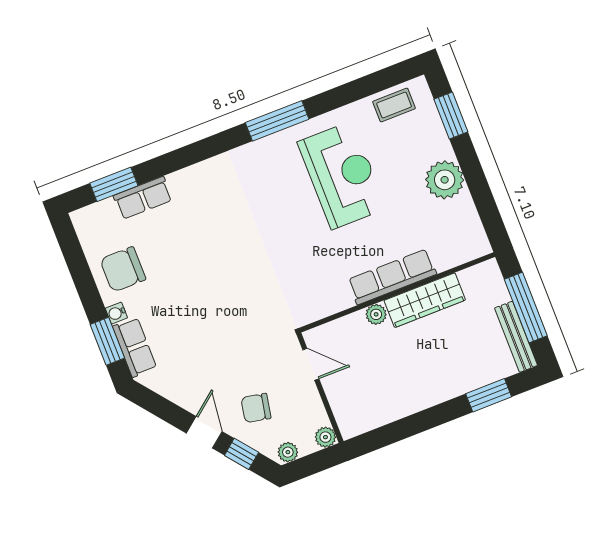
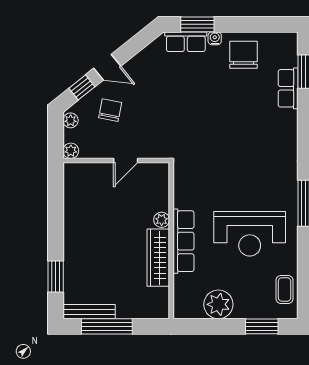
row of seats: (392, 277) -> (183, 241), moved
wall: (397, 292) -> (171, 241), moved
wardrobe: (425, 300) -> (158, 258), moved
plant: (376, 314) -> (162, 220), moved

